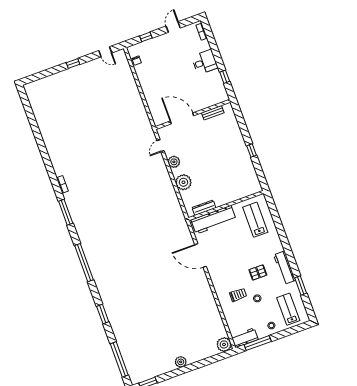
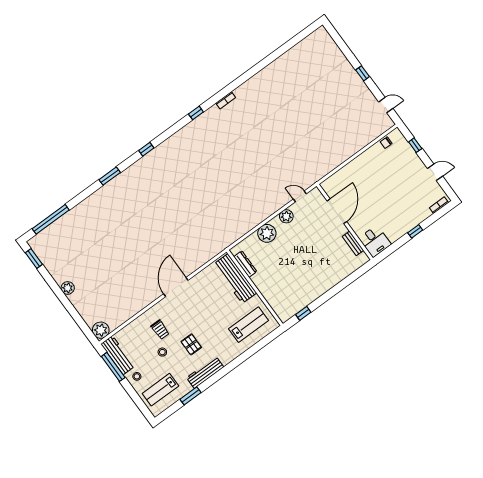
door: (105, 52) -> (386, 105), swing flipped
desk: (205, 62) -> (375, 241), moved
window: (225, 77) -> (415, 231), moved
window: (252, 150) -> (303, 313), moved
window: (66, 212) -> (196, 113), width x0.46
door: (200, 255) -> (176, 287), moved
window: (84, 263) -> (146, 149), width x0.32
lab bench: (288, 309) -> (160, 390), turned 180
window: (103, 314) -> (110, 176), moved
workbench: (245, 338) -> (118, 355), width x1.38

